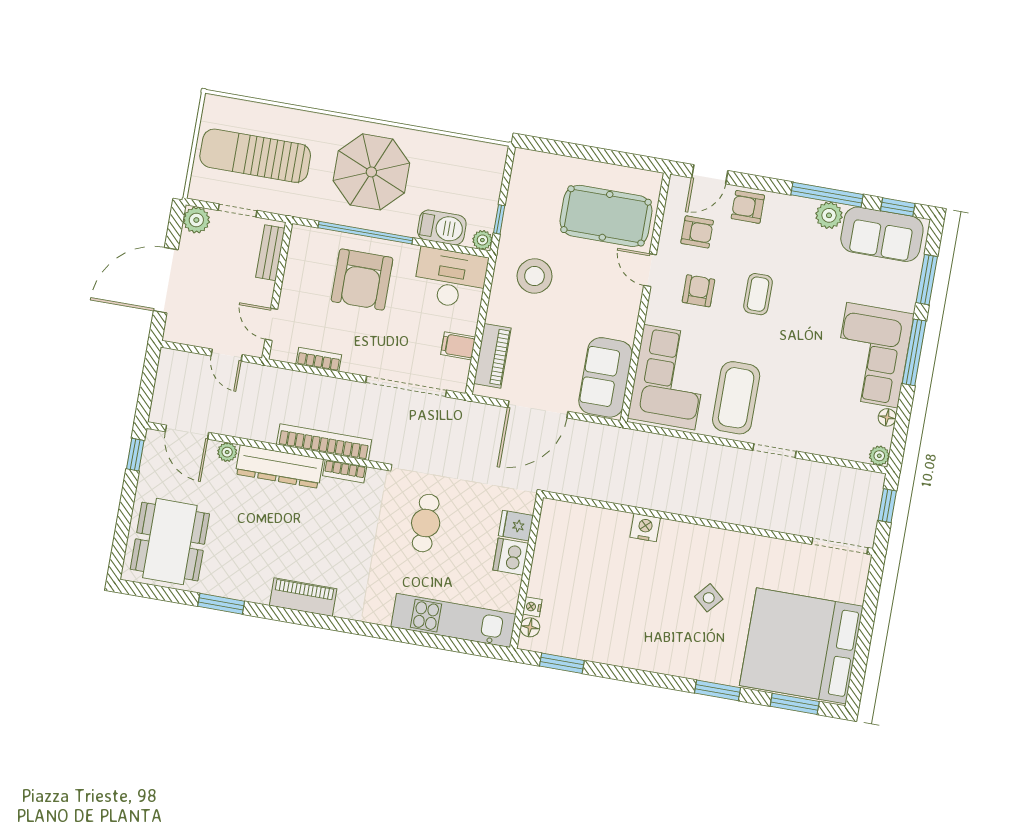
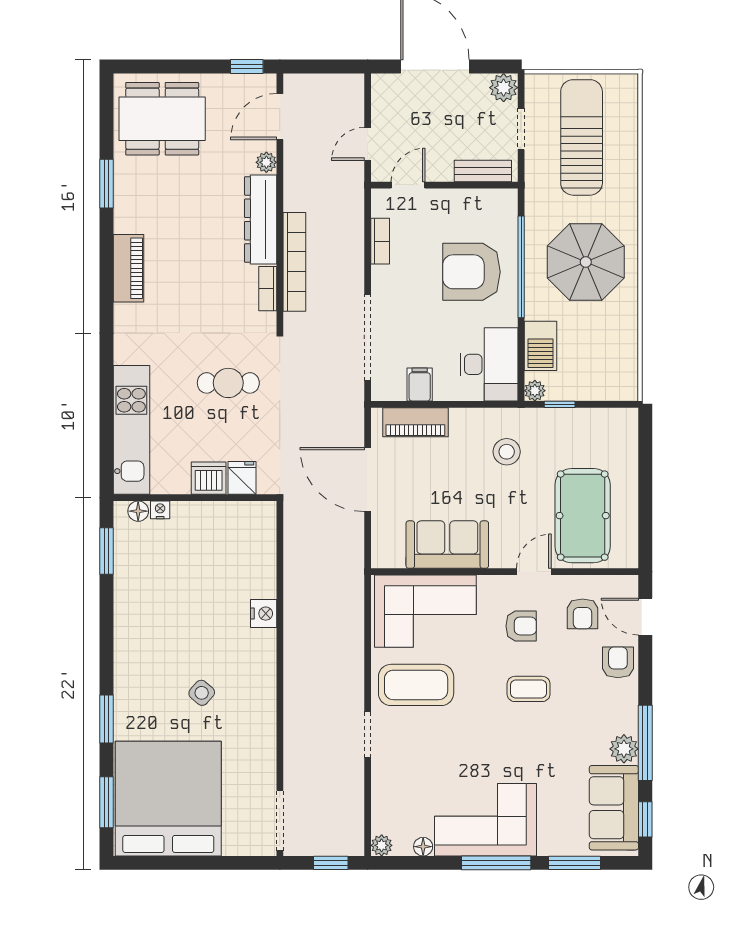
stool: (535, 276) -> (507, 452), width x0.73, depth x0.73
sofa: (605, 377) -> (447, 545), moved

